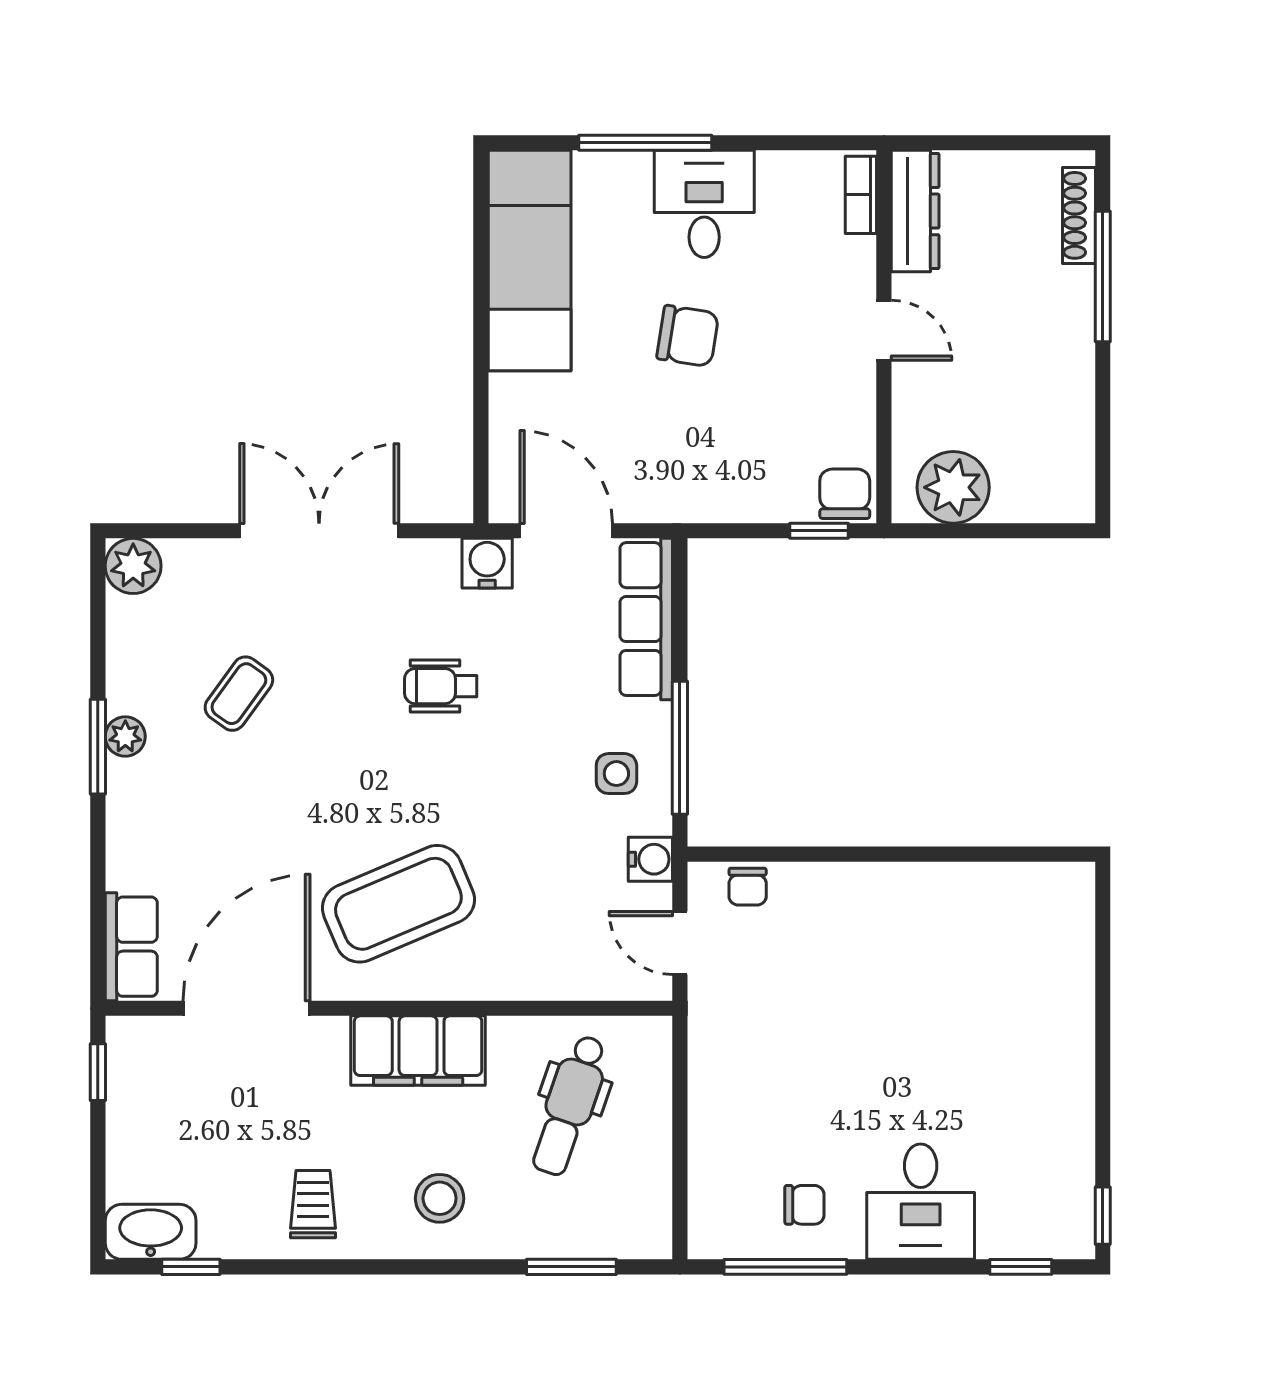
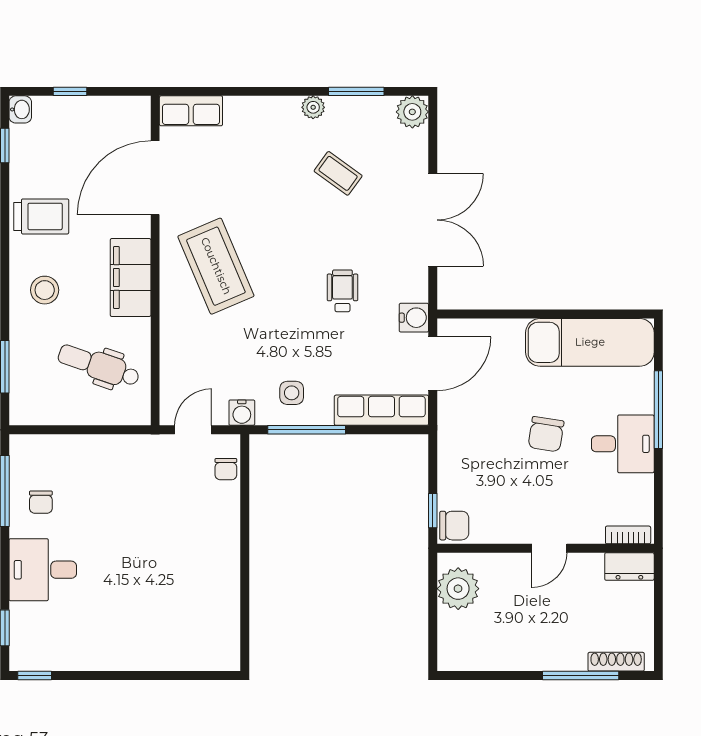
dresser: (915, 211) -> (629, 567), width x0.70
window: (98, 747) -> (356, 91), moved
chair: (748, 887) -> (226, 469), turned -90
door: (246, 1008) -> (155, 178), swing flipped
window: (98, 1072) -> (70, 91), moved
trolley: (313, 1204) -> (41, 216), width x1.36, depth x1.39
washbasin: (151, 1232) -> (20, 109), width x0.52, depth x0.69

